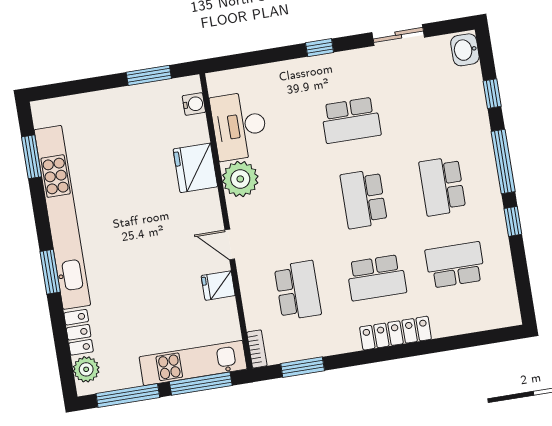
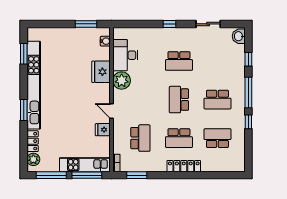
school desk: (442, 186) -> (217, 100), turned -90

